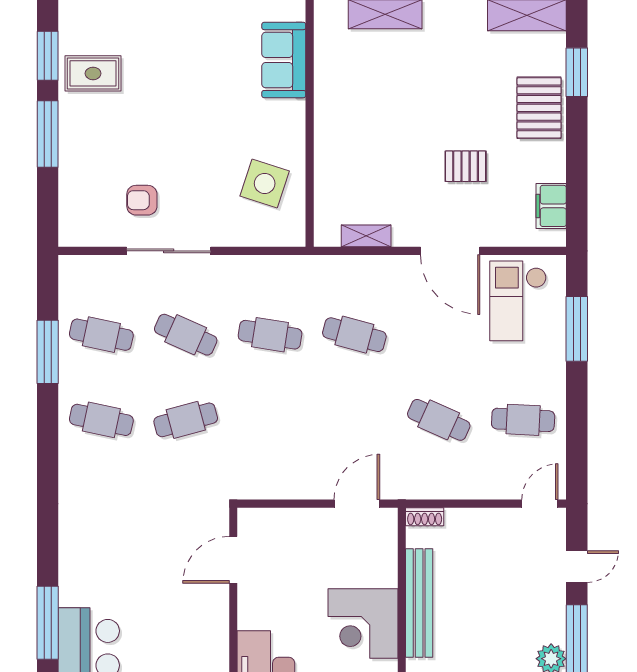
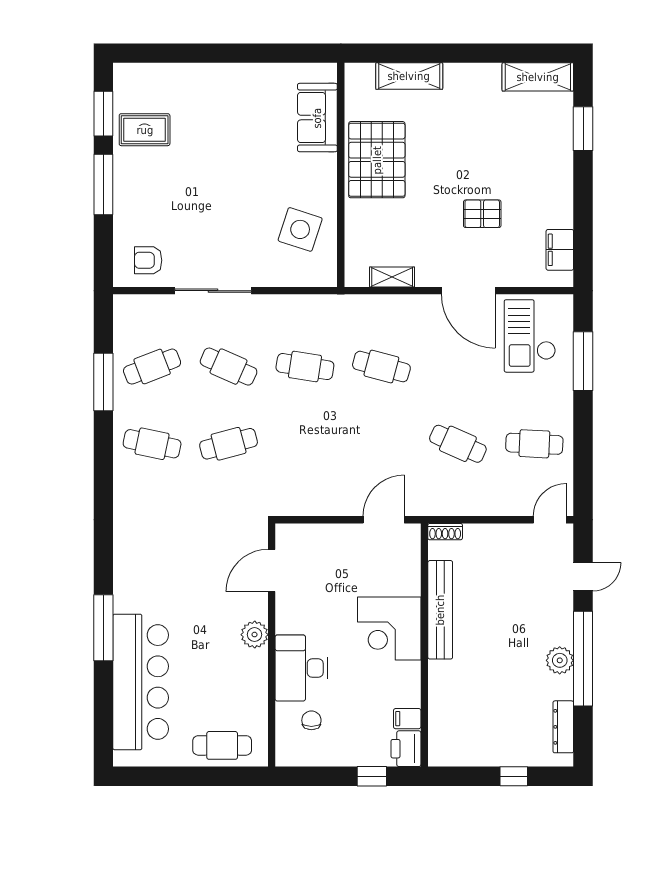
pallet: (539, 108) -> (377, 160), moved, width x1.37, depth x1.41
armchair: (142, 200) -> (148, 260), moved
cafe table: (101, 335) -> (152, 367), turned -33
plant: (214, 630) -> (255, 635), added

